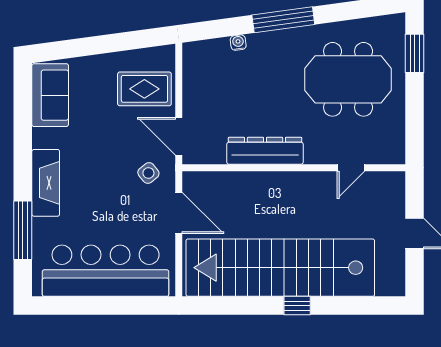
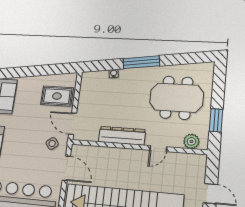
window: (415, 53) -> (216, 120), moved
plant: (378, 152) -> (191, 141), added
door: (351, 168) -> (158, 149), moved

